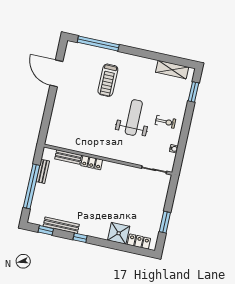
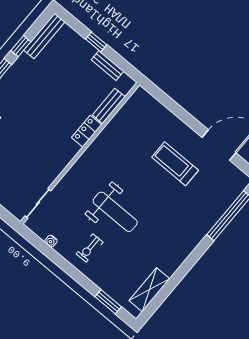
treadmill: (108, 80) -> (175, 164), moved
window: (31, 186) -> (96, 42), width x0.32
bench: (61, 225) -> (44, 36), moved
window: (46, 230) -> (21, 46), moved

